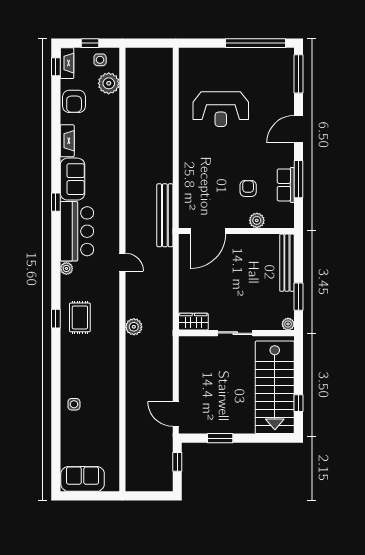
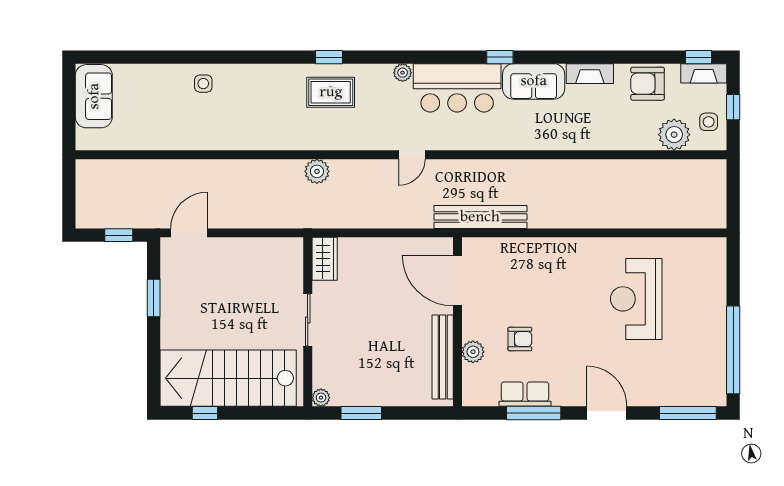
bench: (287, 263) -> (443, 357), moved, turned 90

